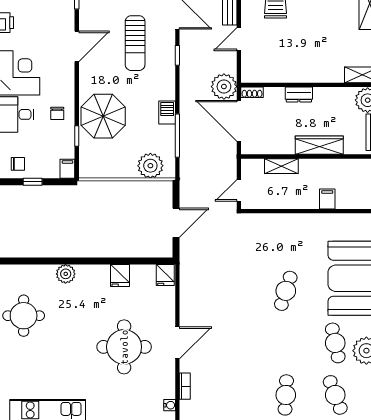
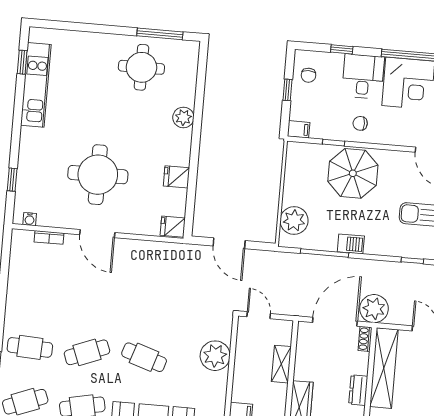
shelving: (277, 73) -> (384, 368), added
plant: (279, 227) -> (215, 356), added
cafe table: (286, 343) -> (87, 352), added

